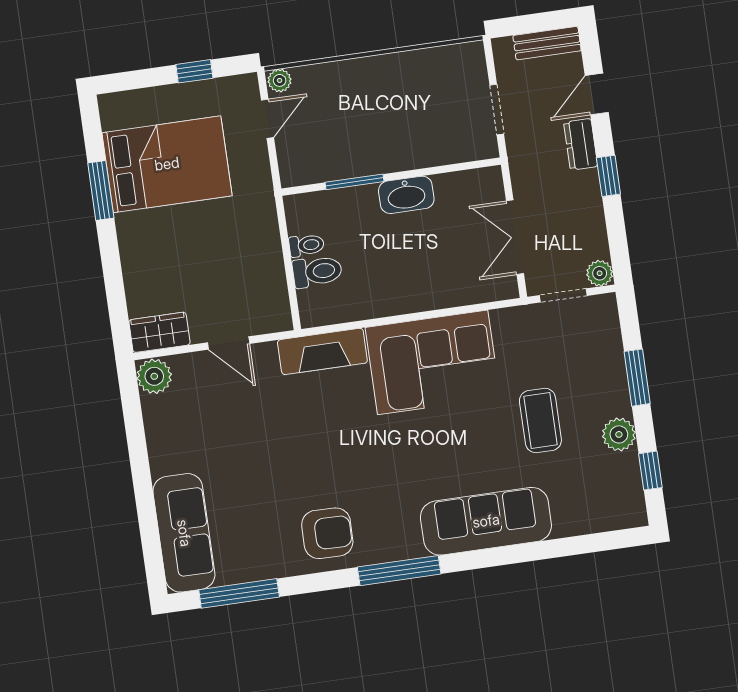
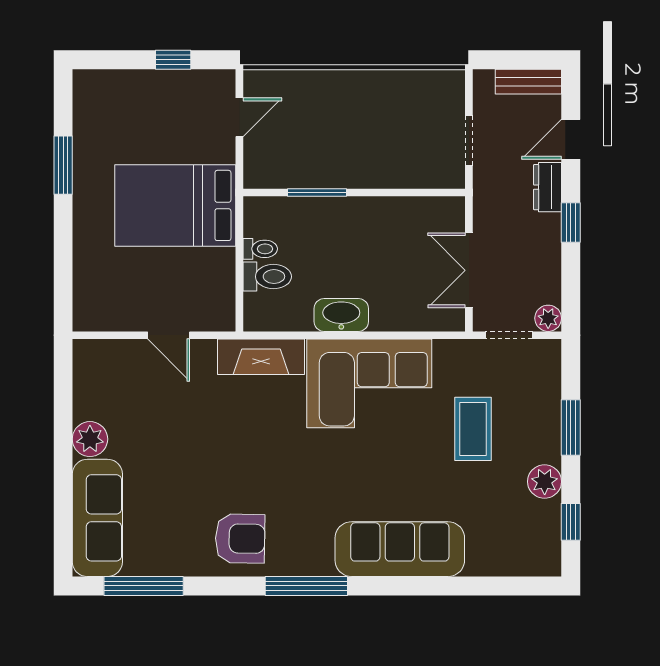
plant: (280, 80) -> (257, 81), removed
bed: (167, 164) -> (175, 205), moved, turned 180
washbasin: (406, 195) -> (341, 315), moved, turned 180
wardrobe: (159, 332) -> (101, 315), removed
plant: (154, 376) -> (90, 439), moved
coffee table: (540, 420) -> (473, 429), moved

